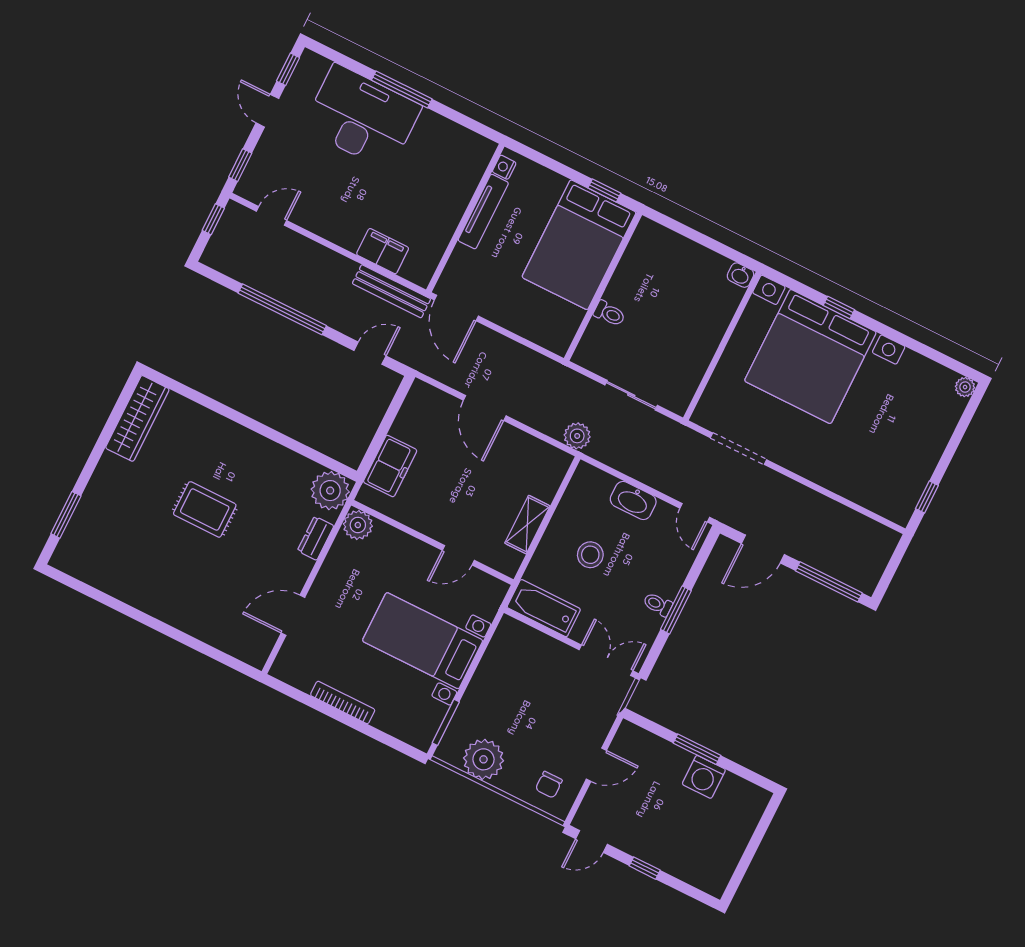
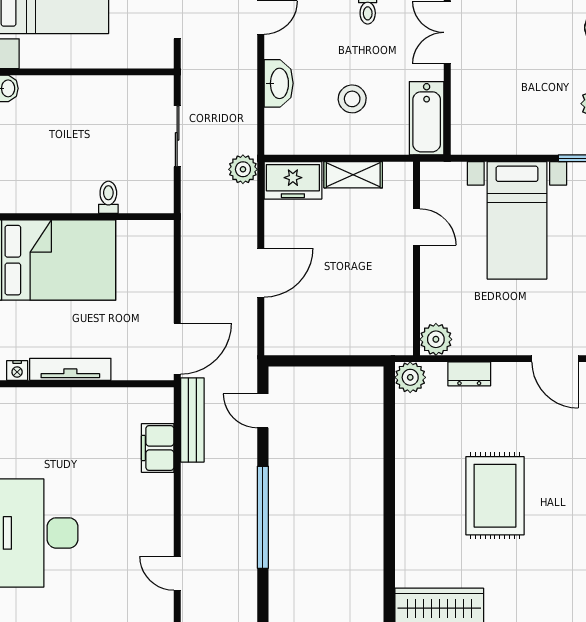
freezer: (390, 466) -> (293, 180), moved, turned 180
plant: (330, 491) -> (410, 377), width x0.73, depth x0.73
rug: (205, 509) -> (495, 496), width x1.36, depth x1.43

